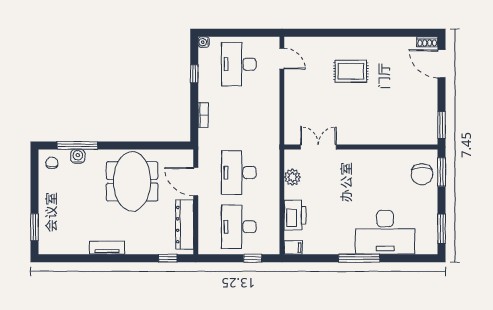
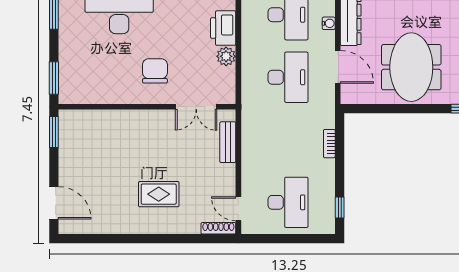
water cooler: (204, 42) -> (329, 23), moved
shoe rack: (427, 42) -> (218, 228), moved, width x1.43
window: (194, 74) -> (340, 207), moved
bench: (291, 116) -> (228, 142), added
chair: (422, 174) -> (155, 71), moved
plant: (292, 177) -> (226, 56), moved

